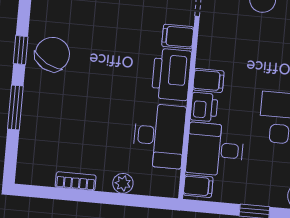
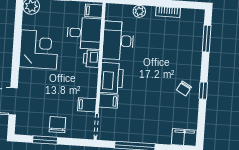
chair: (52, 54) -> (184, 88), width x0.54, depth x0.54
filing cabinet: (208, 80) -> (87, 105), moved
window: (15, 107) -> (207, 39), moved

